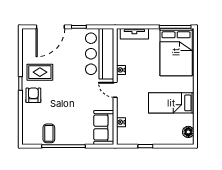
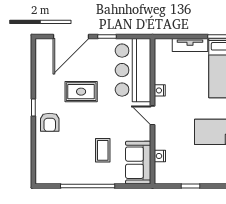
tv unit: (134, 34) -> (190, 45), moved
rug: (40, 72) -> (81, 92), moved
armchair: (33, 95) -> (50, 122), turned 180
coffee table: (49, 133) -> (103, 150), moved

